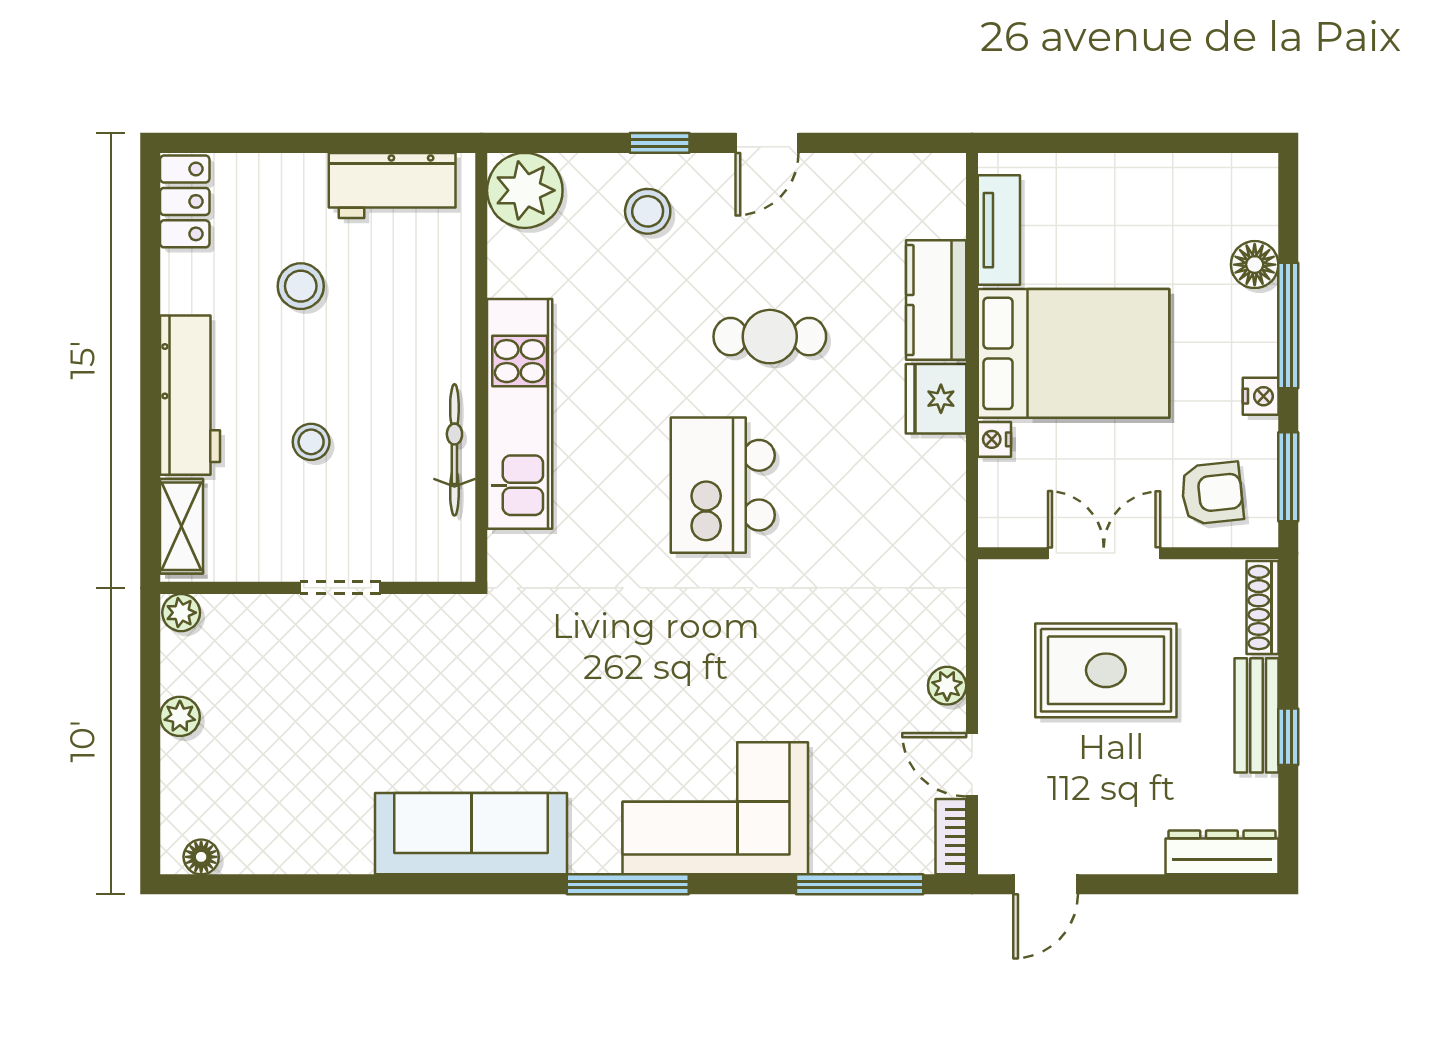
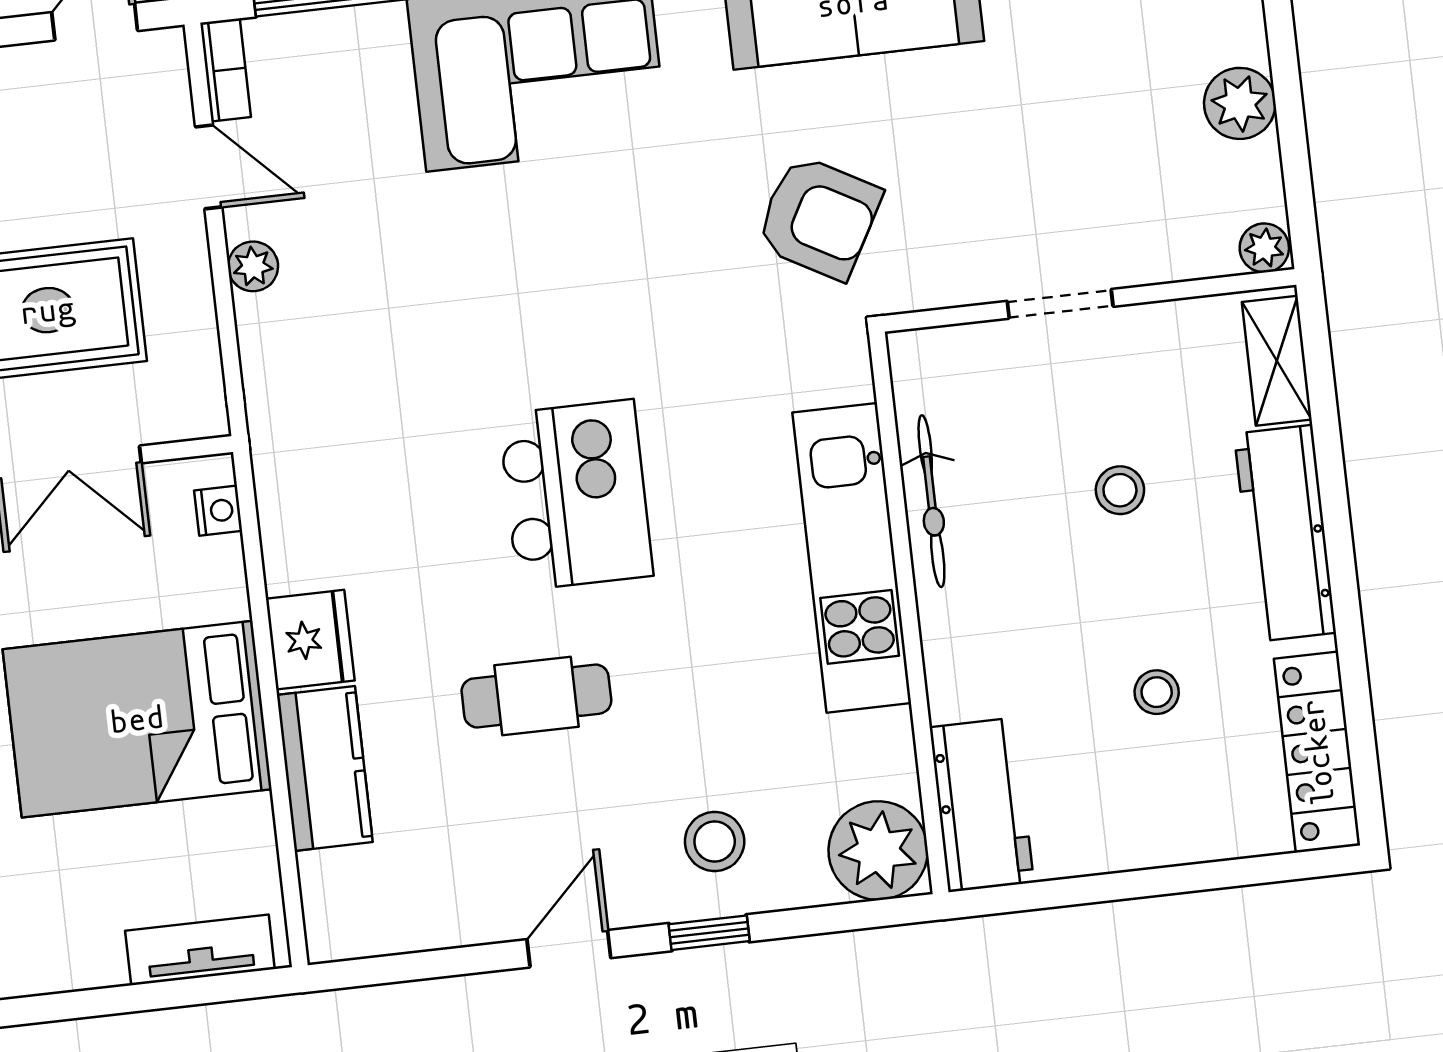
workbench: (392, 185) -> (982, 805), moved, turned 90
locker: (185, 201) -> (1317, 752), width x1.53
tv unit: (999, 230) -> (200, 950), moved, turned 90
stool: (301, 286) -> (1157, 692), width x0.73, depth x0.73
nightstand: (994, 439) -> (218, 511), moved
armchair: (515, 674) -> (819, 217), added
plant: (180, 716) -> (1240, 103), width x1.38, depth x1.38

